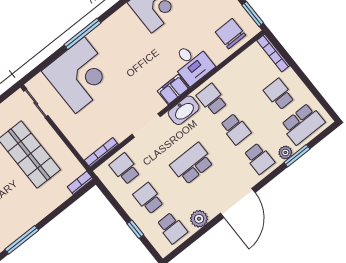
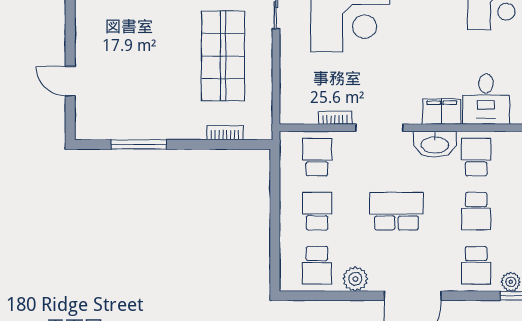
bookcase: (101, 152) -> (335, 118), moved, width x0.64
bookcase: (80, 183) -> (225, 133), moved
window: (135, 229) -> (275, 234), removed

